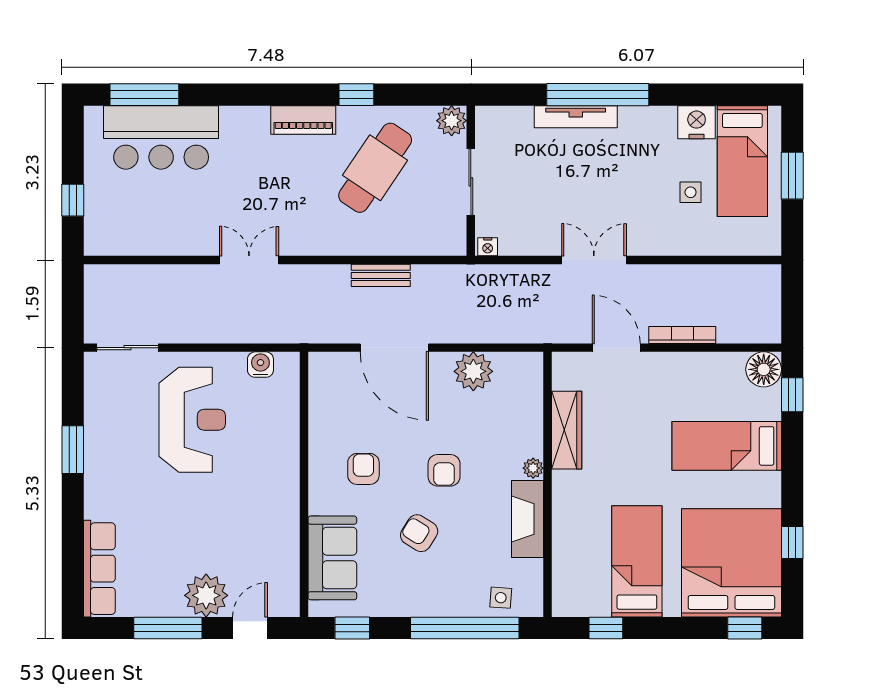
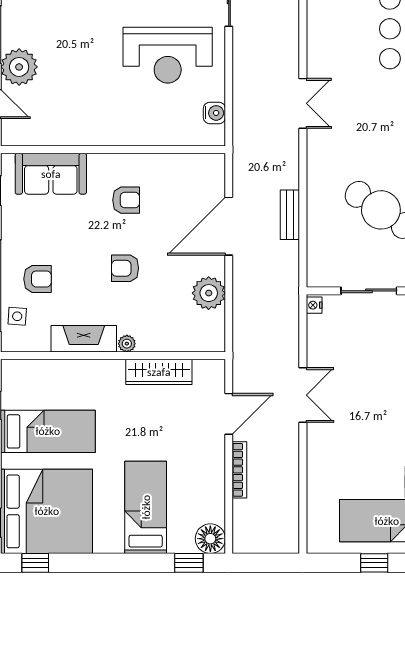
window: (792, 176) -> (374, 563), width x0.67
side table: (691, 192) -> (360, 477), removed
armchair: (419, 533) -> (38, 279), moved, turned 58
window: (792, 543) -> (35, 563), moved

